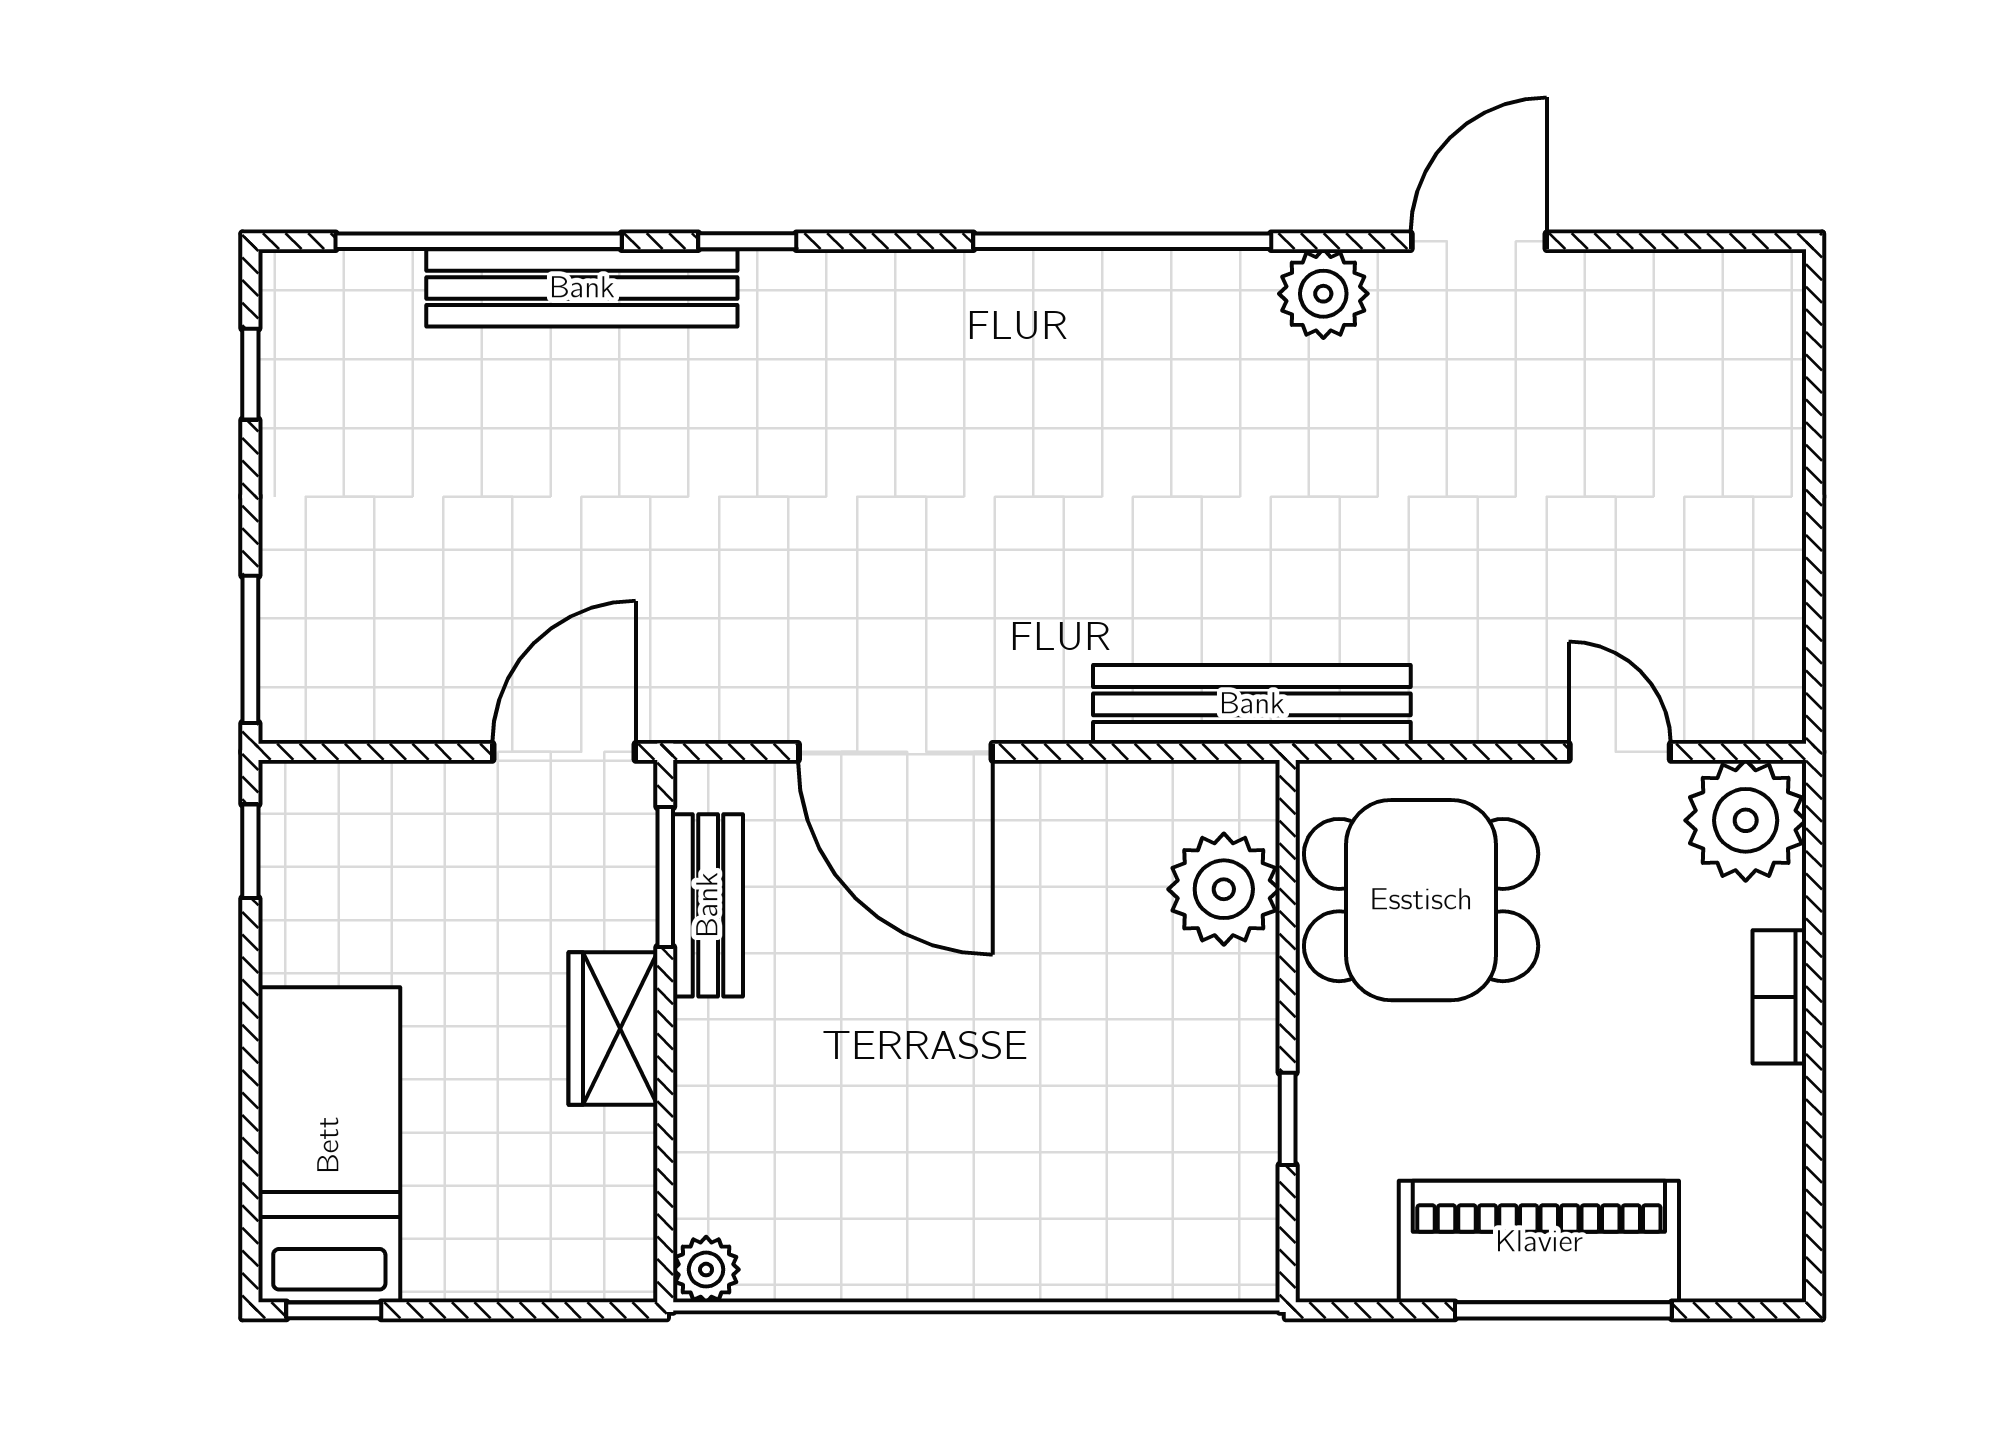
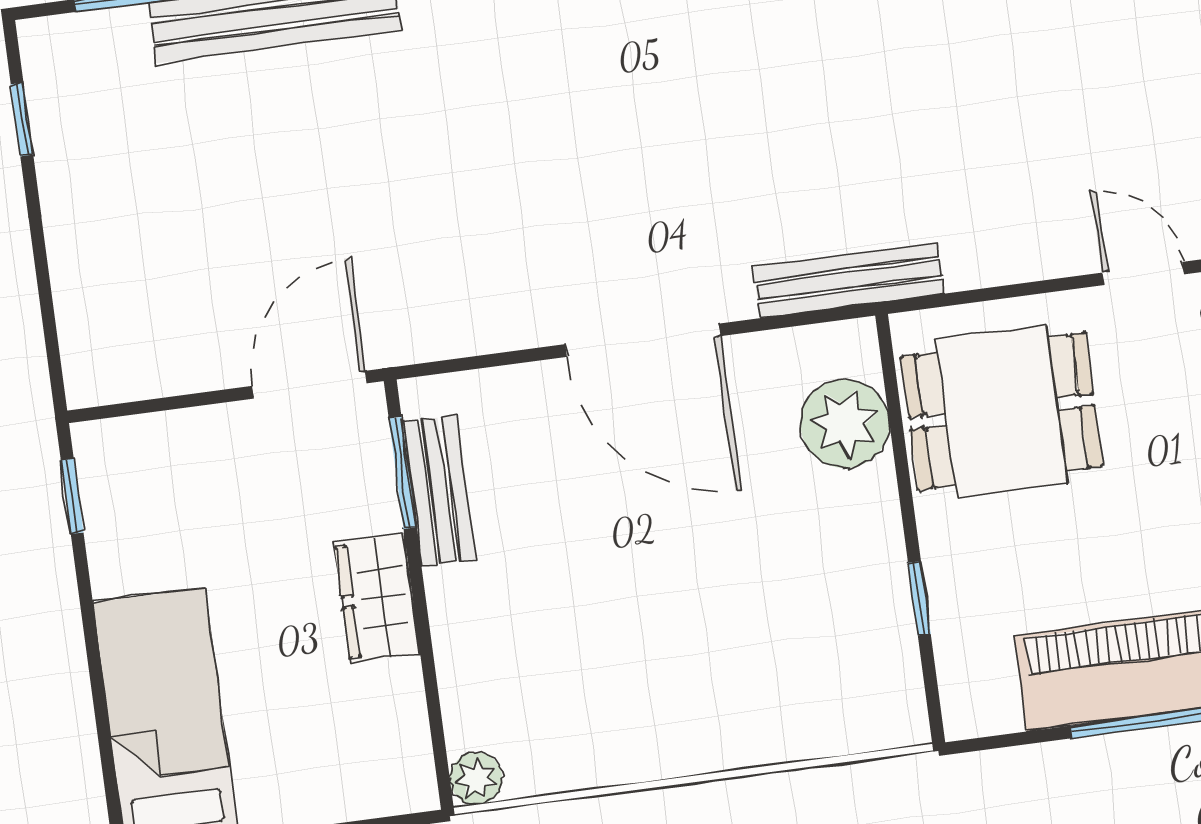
window: (250, 649) -> (51, 337), removed
bench: (1252, 704) -> (848, 280), width x0.73, depth x0.82
door: (895, 752) -> (643, 340), moved

